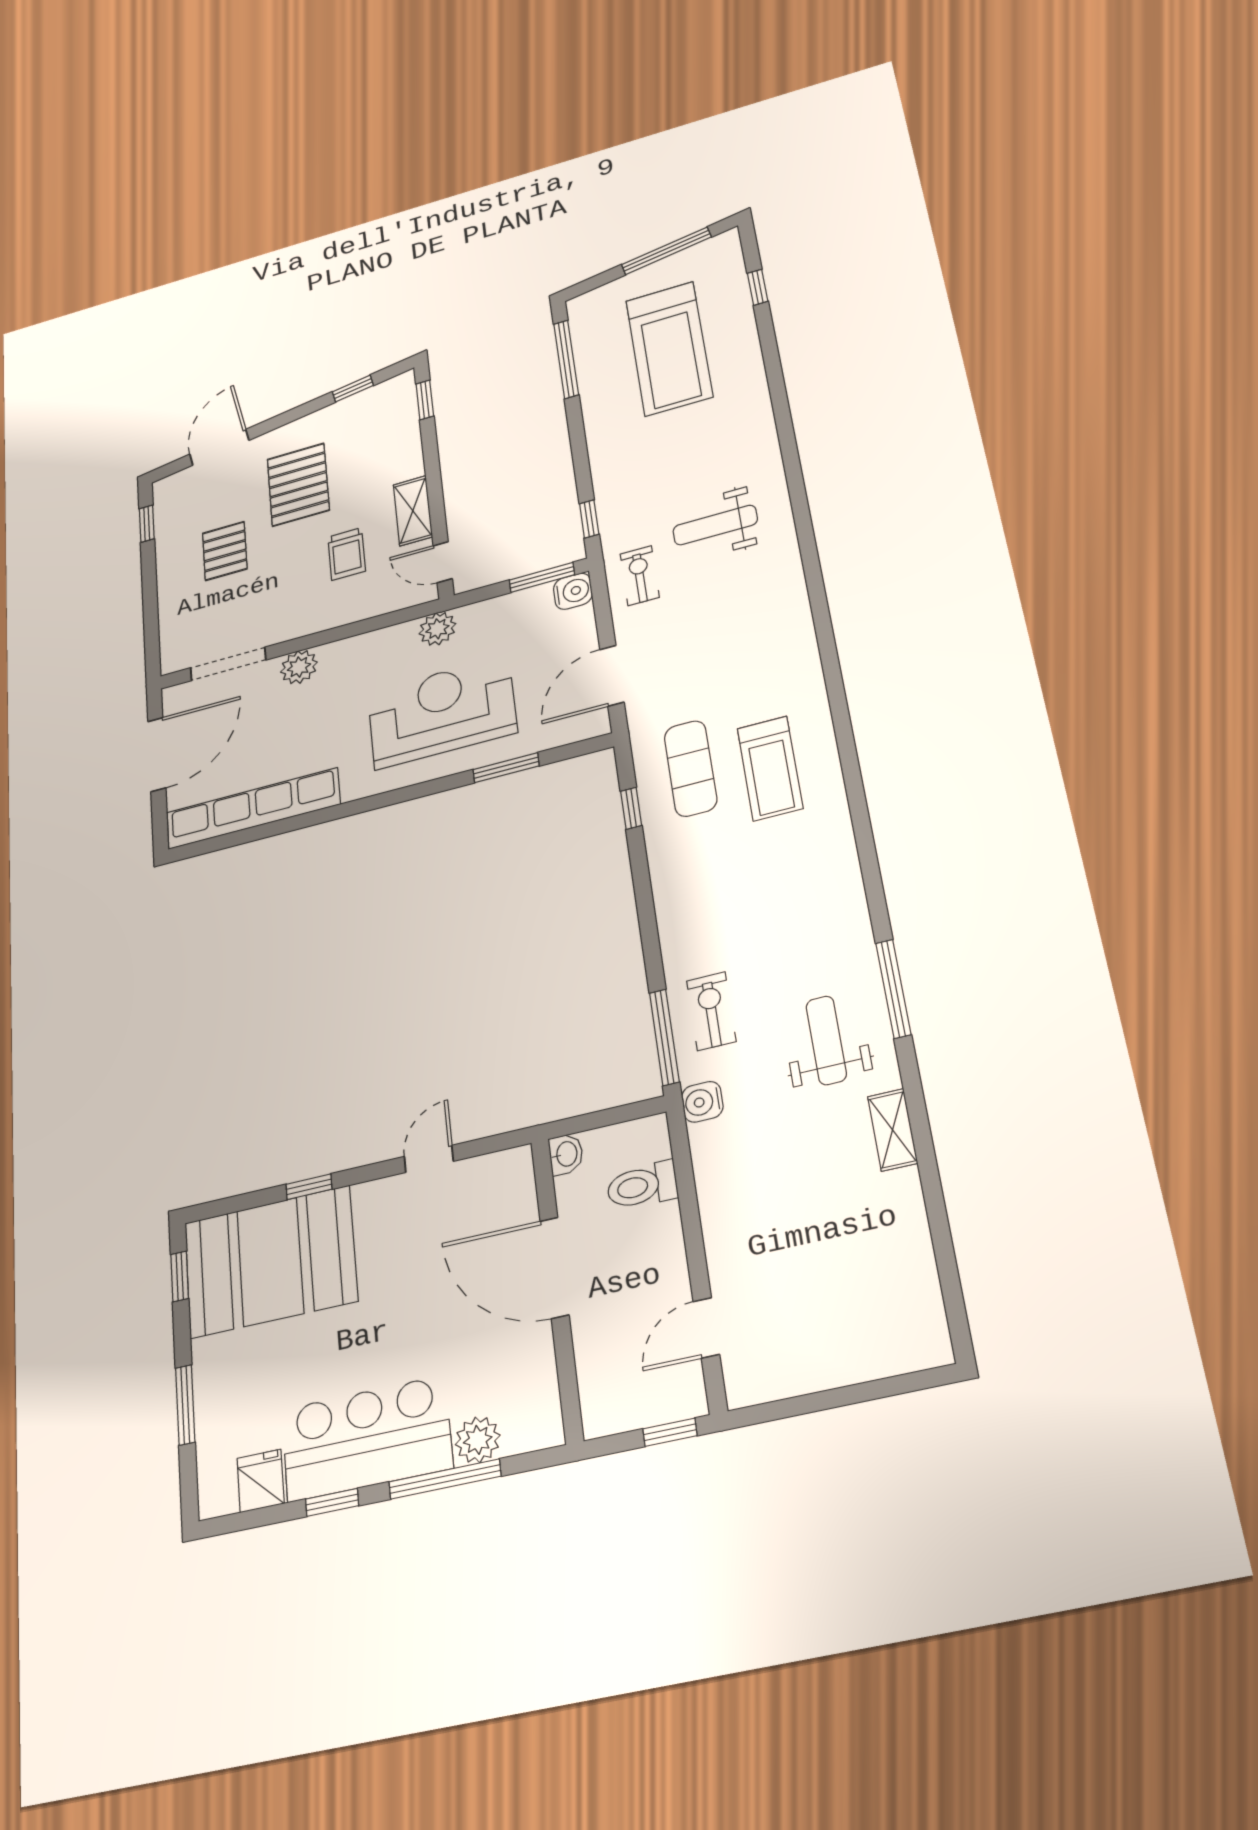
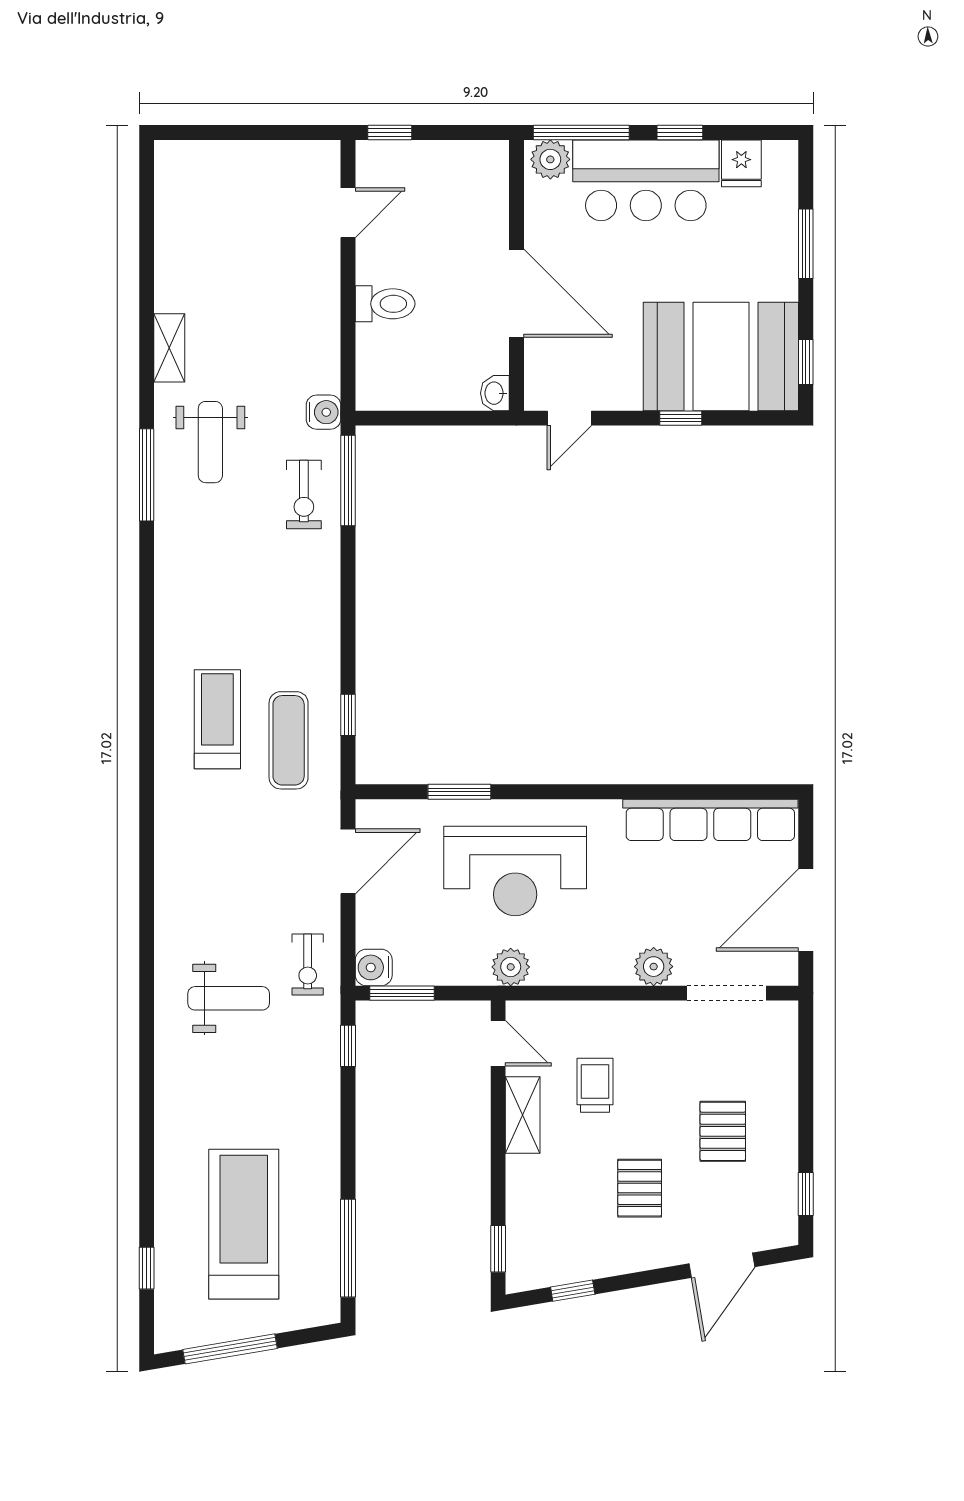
pallet: (298, 485) -> (640, 1188), width x0.67, depth x0.71
washbasin: (566, 1154) -> (495, 393), moved
toilet: (642, 1186) -> (385, 304), moved
door: (554, 1268) -> (516, 293), moved
wall: (557, 1288) -> (516, 275), moved

